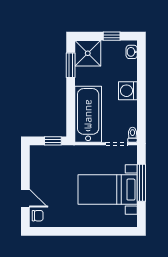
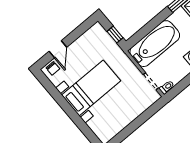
window: (141, 183) -> (138, 122), removed
bed with nightstands: (108, 190) -> (91, 88), moved, turned 90

